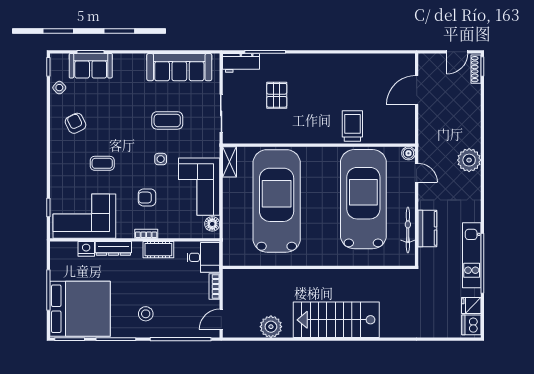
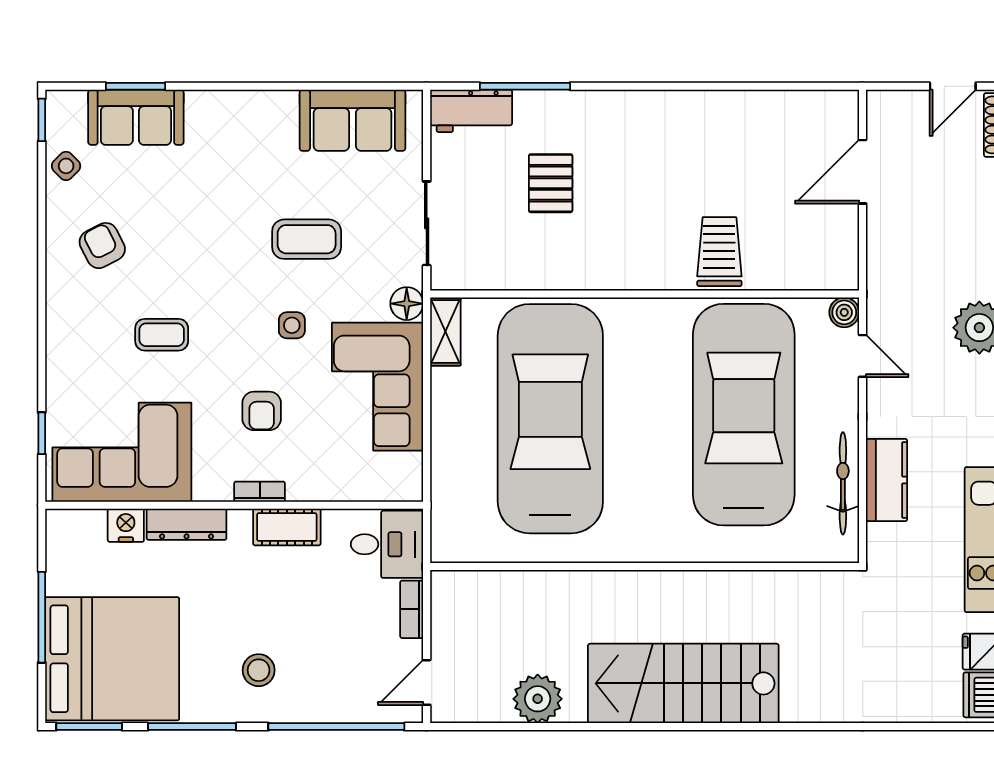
sofa: (179, 67) -> (353, 120), width x0.73
armchair: (147, 198) -> (262, 411), turned -90
floor lamp: (212, 224) -> (407, 304), moved

